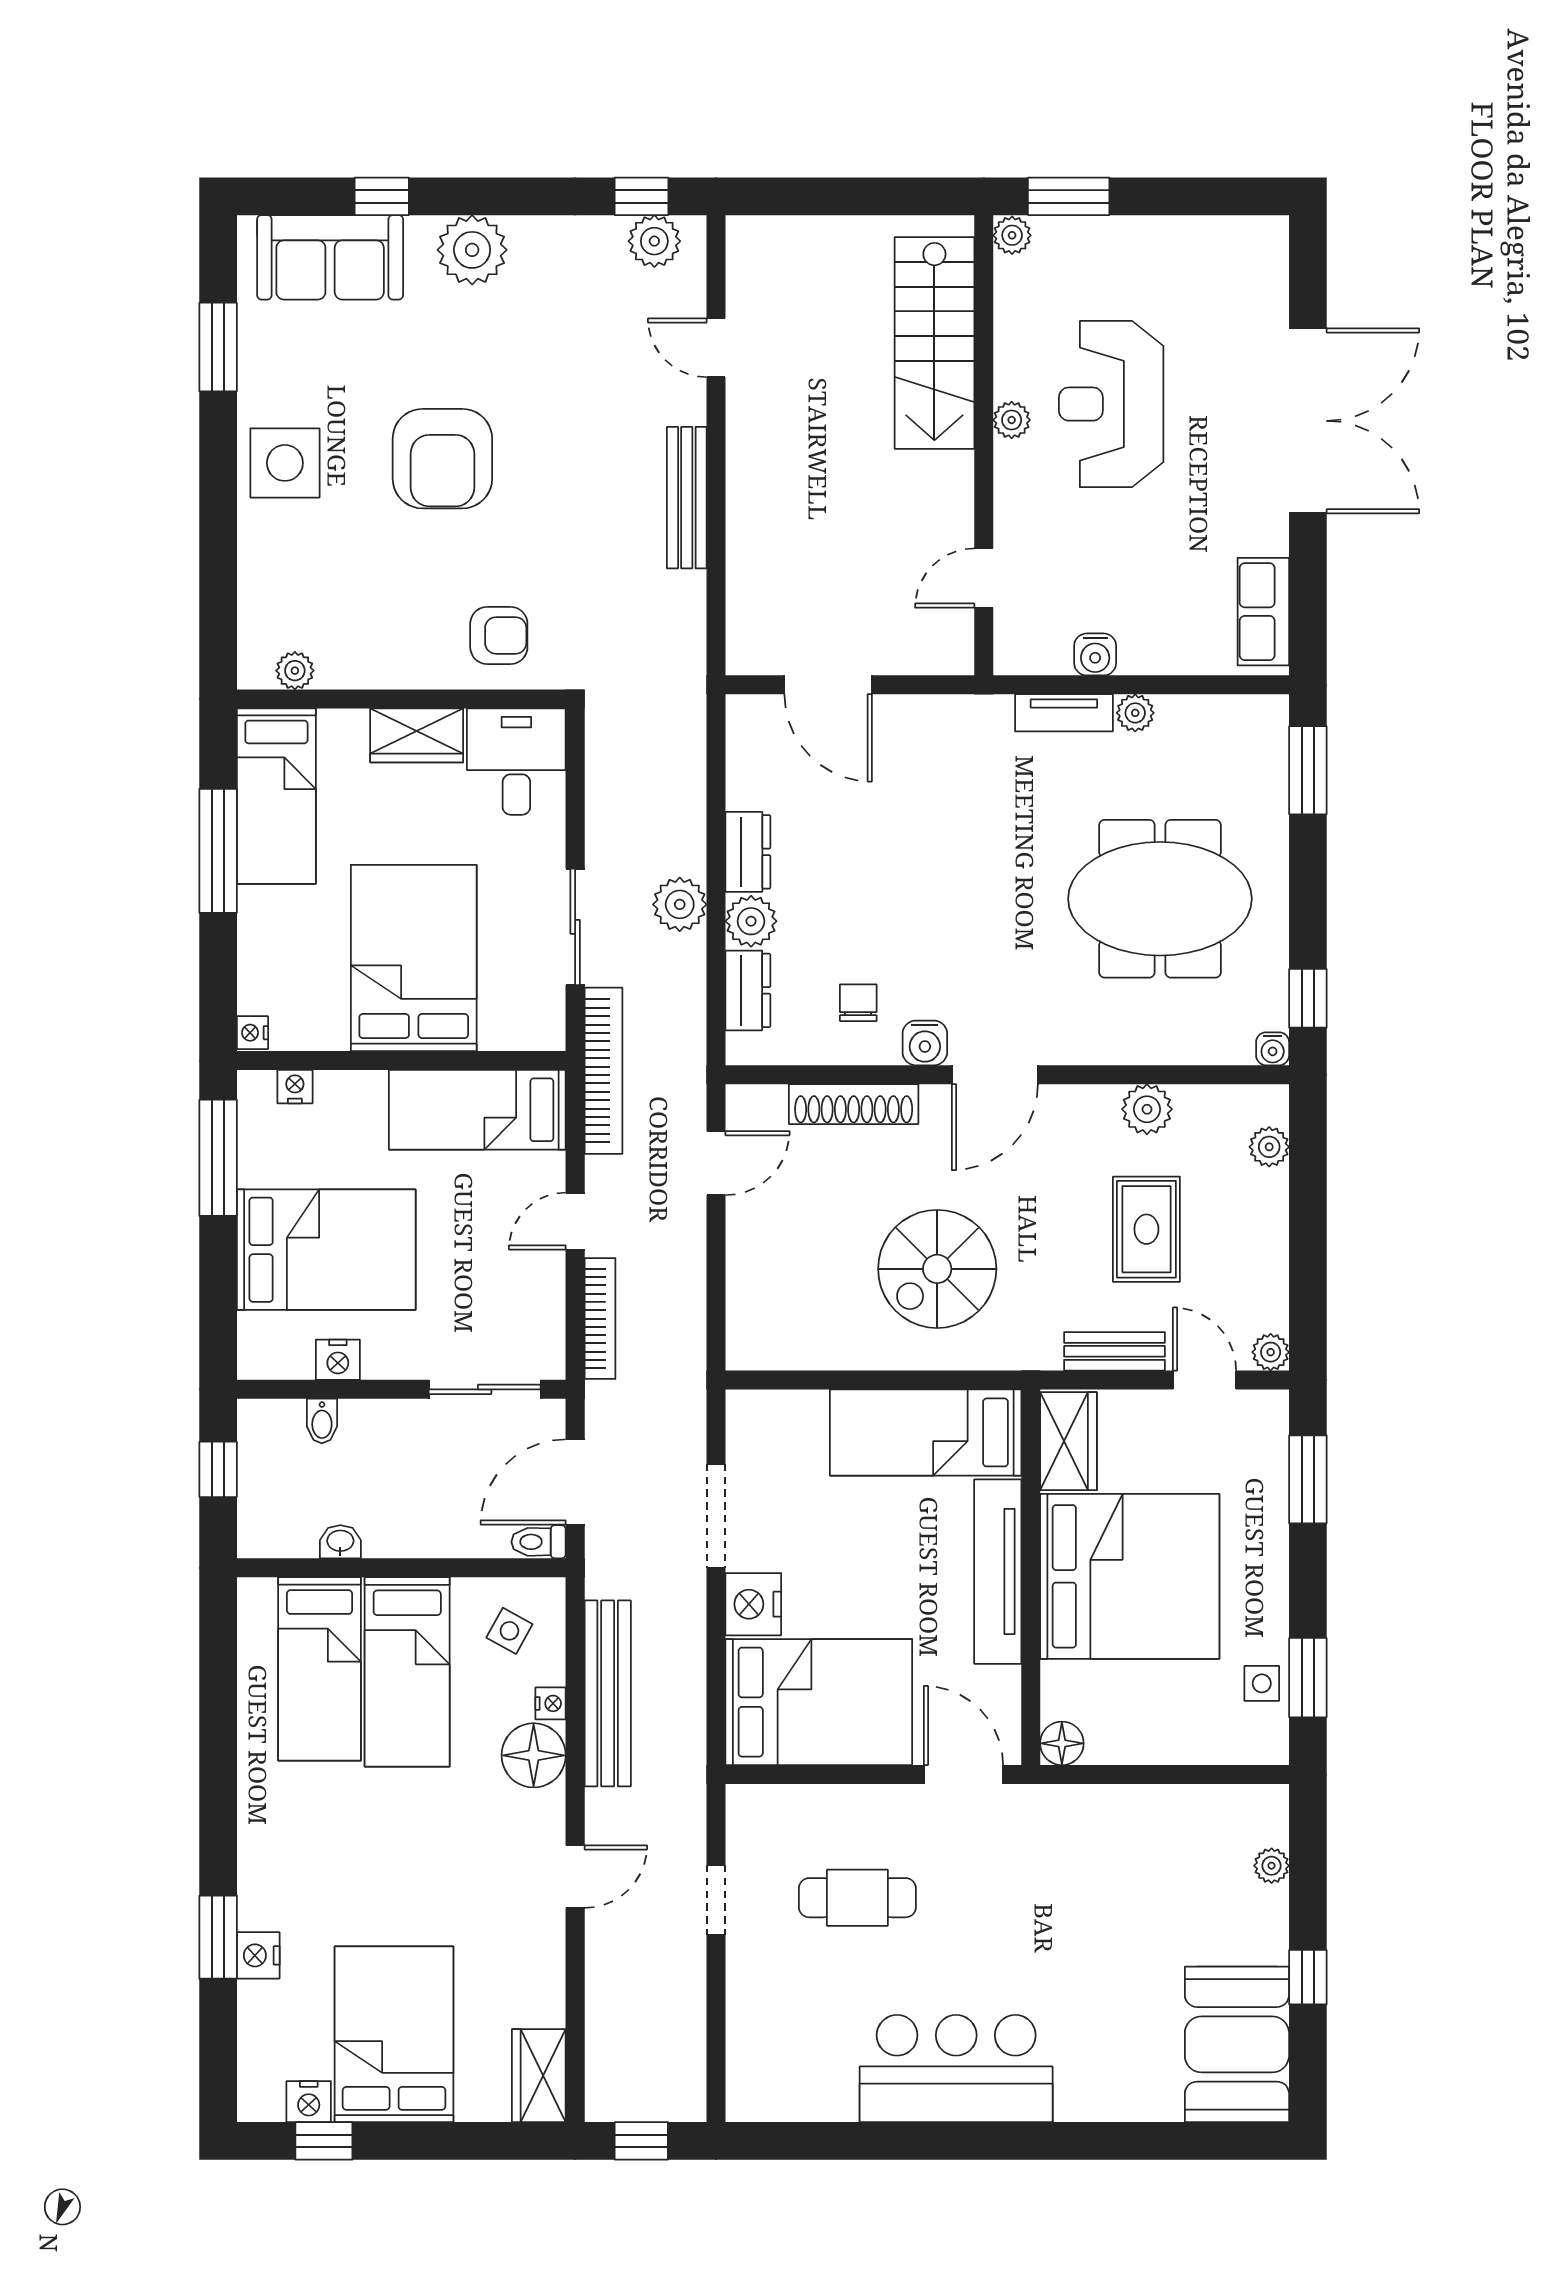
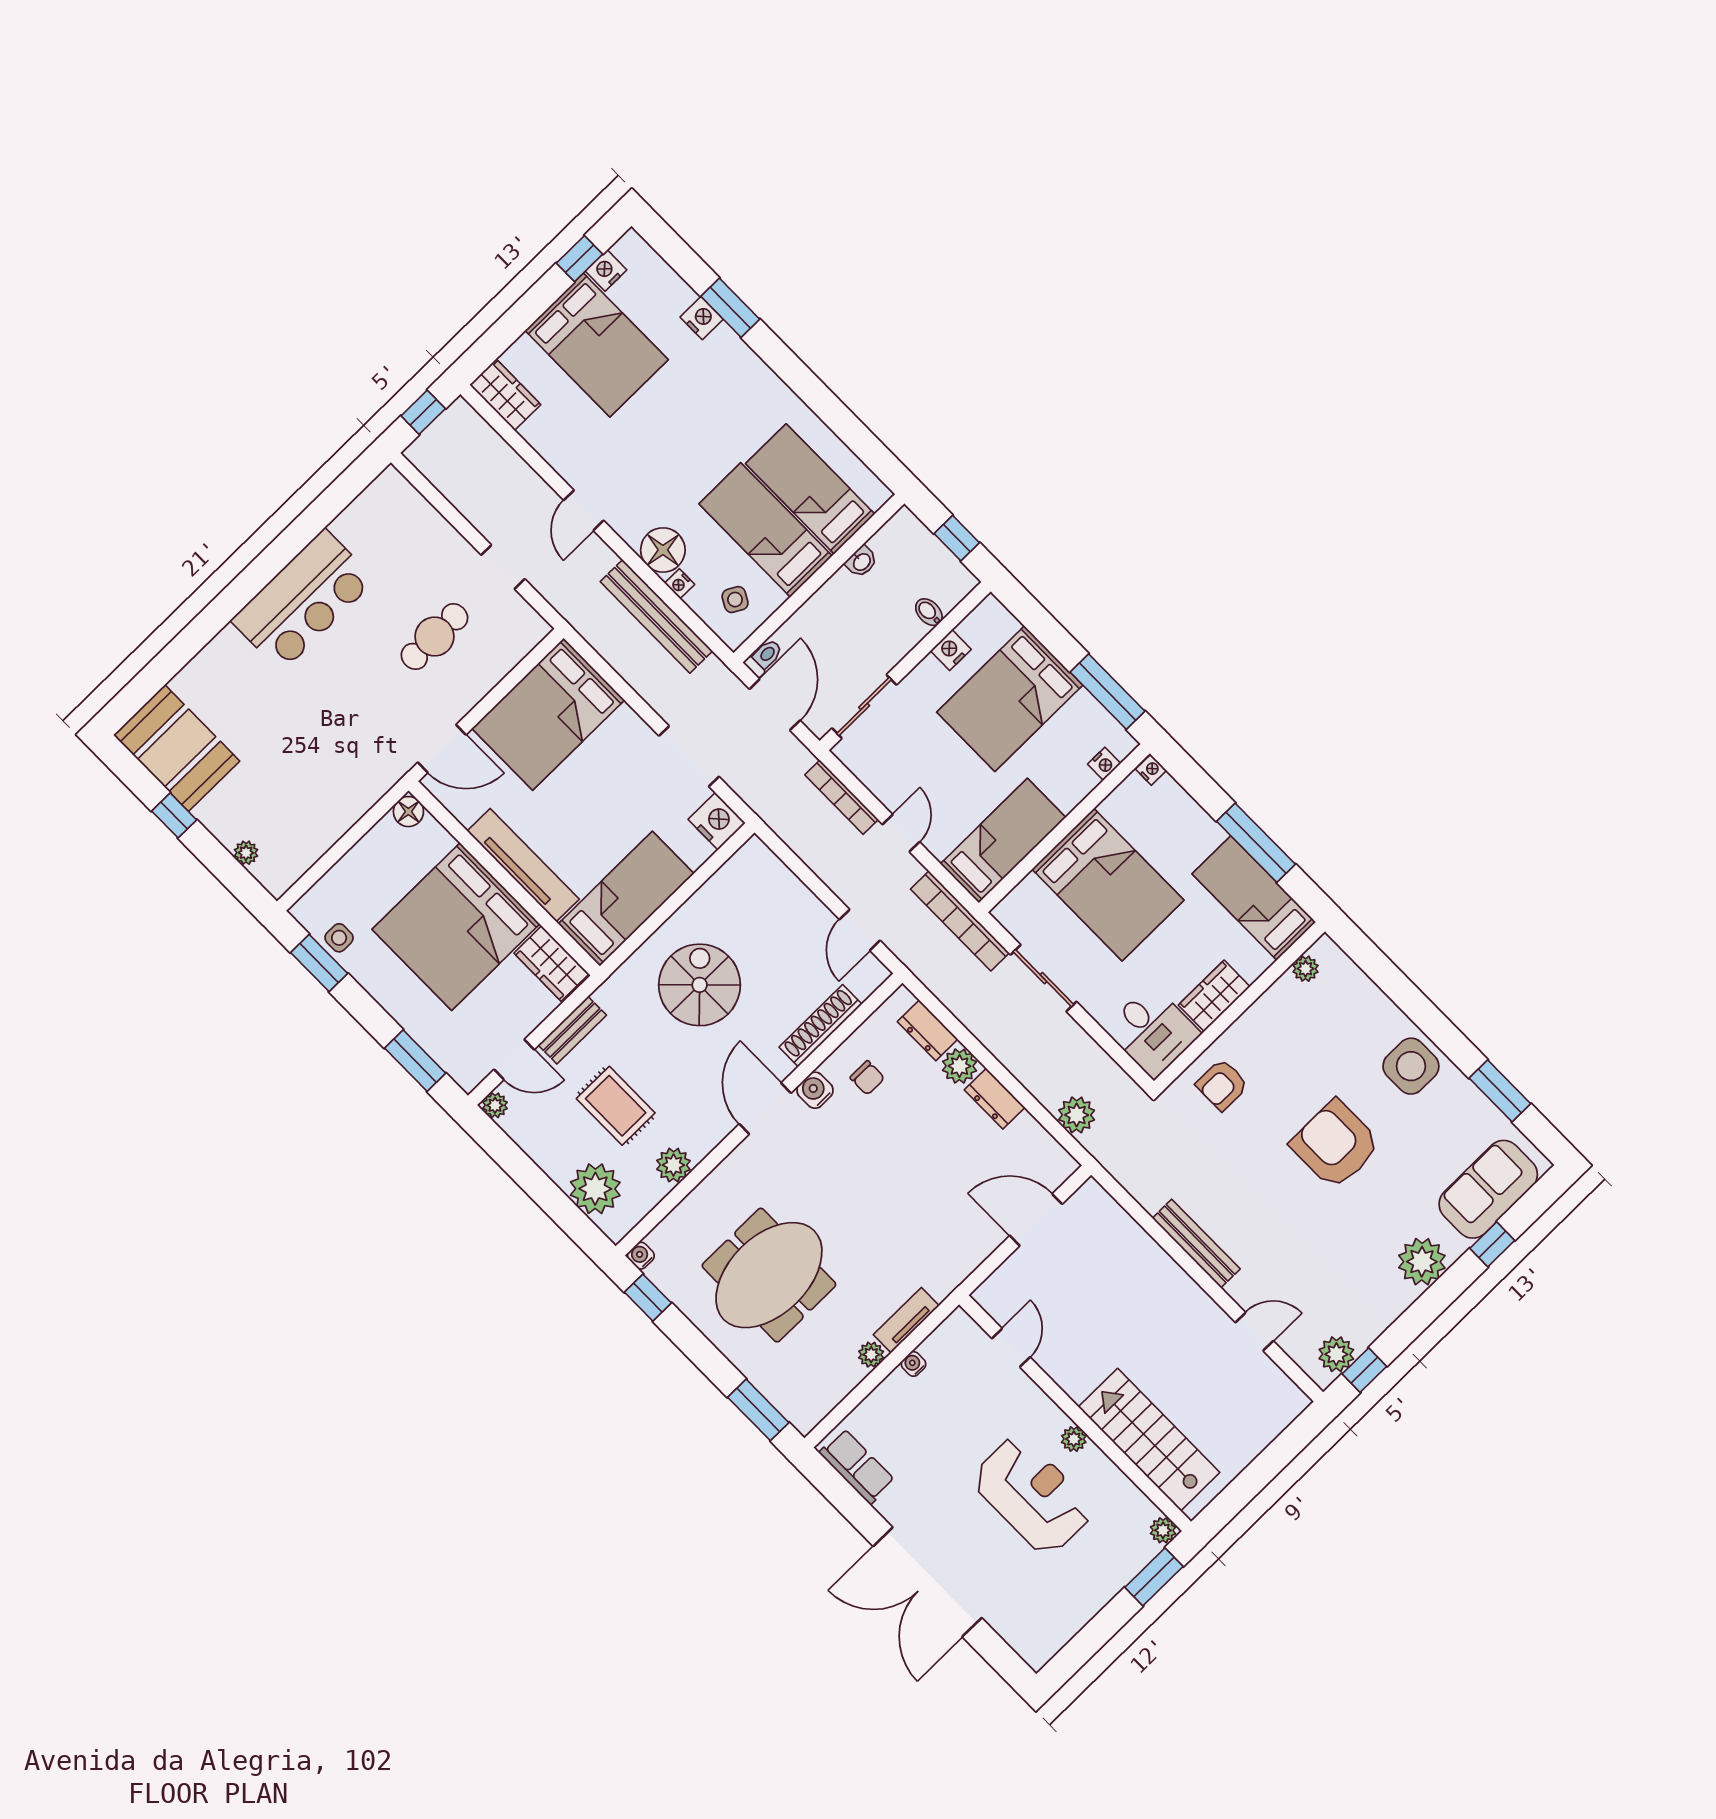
water cooler: (1095, 654) -> (914, 1364), width x0.72, depth x0.72
plant: (680, 904) -> (1077, 1115), moved
plant: (1269, 1147) -> (595, 1189), width x1.88, depth x1.88
nightstand: (753, 1604) -> (717, 821), moved

